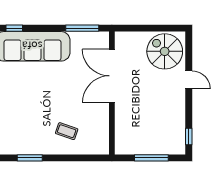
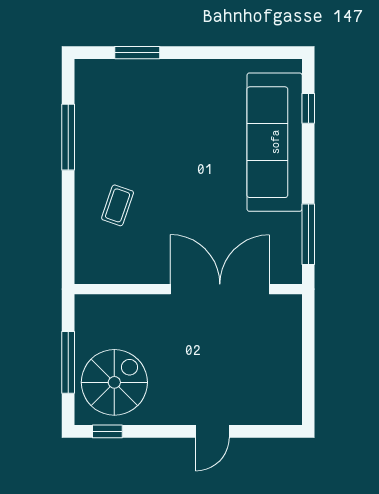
spiral stairs: (165, 51) -> (114, 382), moved
window: (30, 158) -> (68, 137), width x1.44

